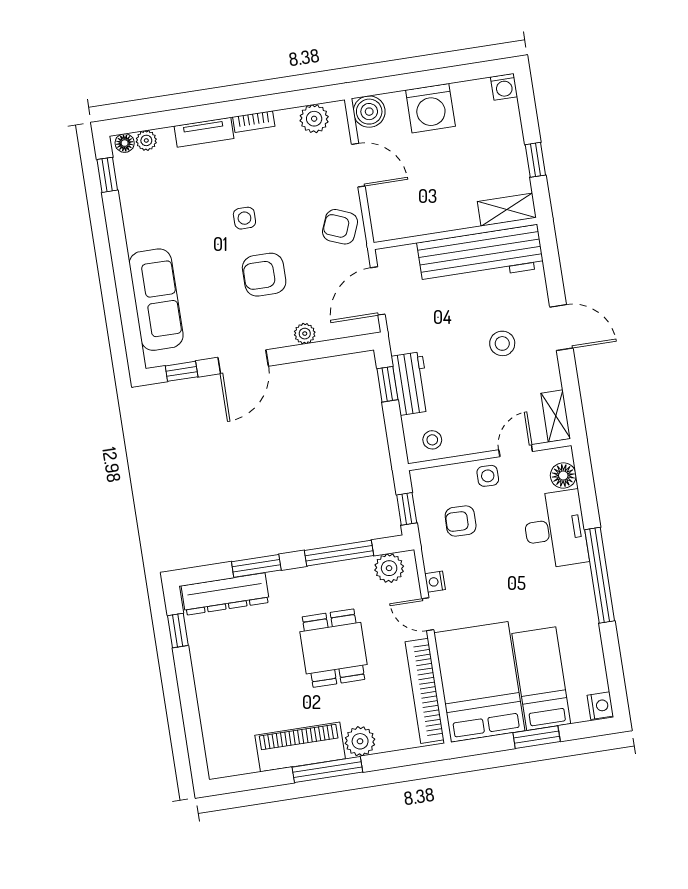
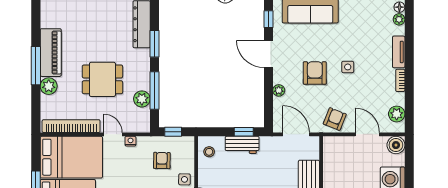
door: (358, 165) -> (367, 134), swing flipped
plant: (389, 568) -> (142, 99), moved
door: (428, 614) -> (113, 134), hinge flipped

